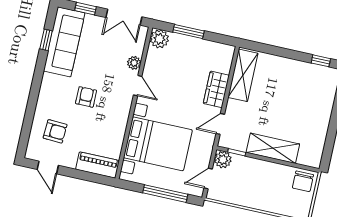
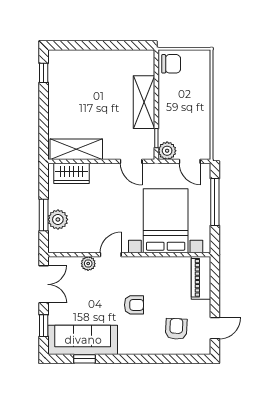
plant: (159, 39) -> (58, 219), moved
wardrobe: (216, 89) -> (72, 173), moved
armchair: (86, 97) -> (134, 305), turned 180

